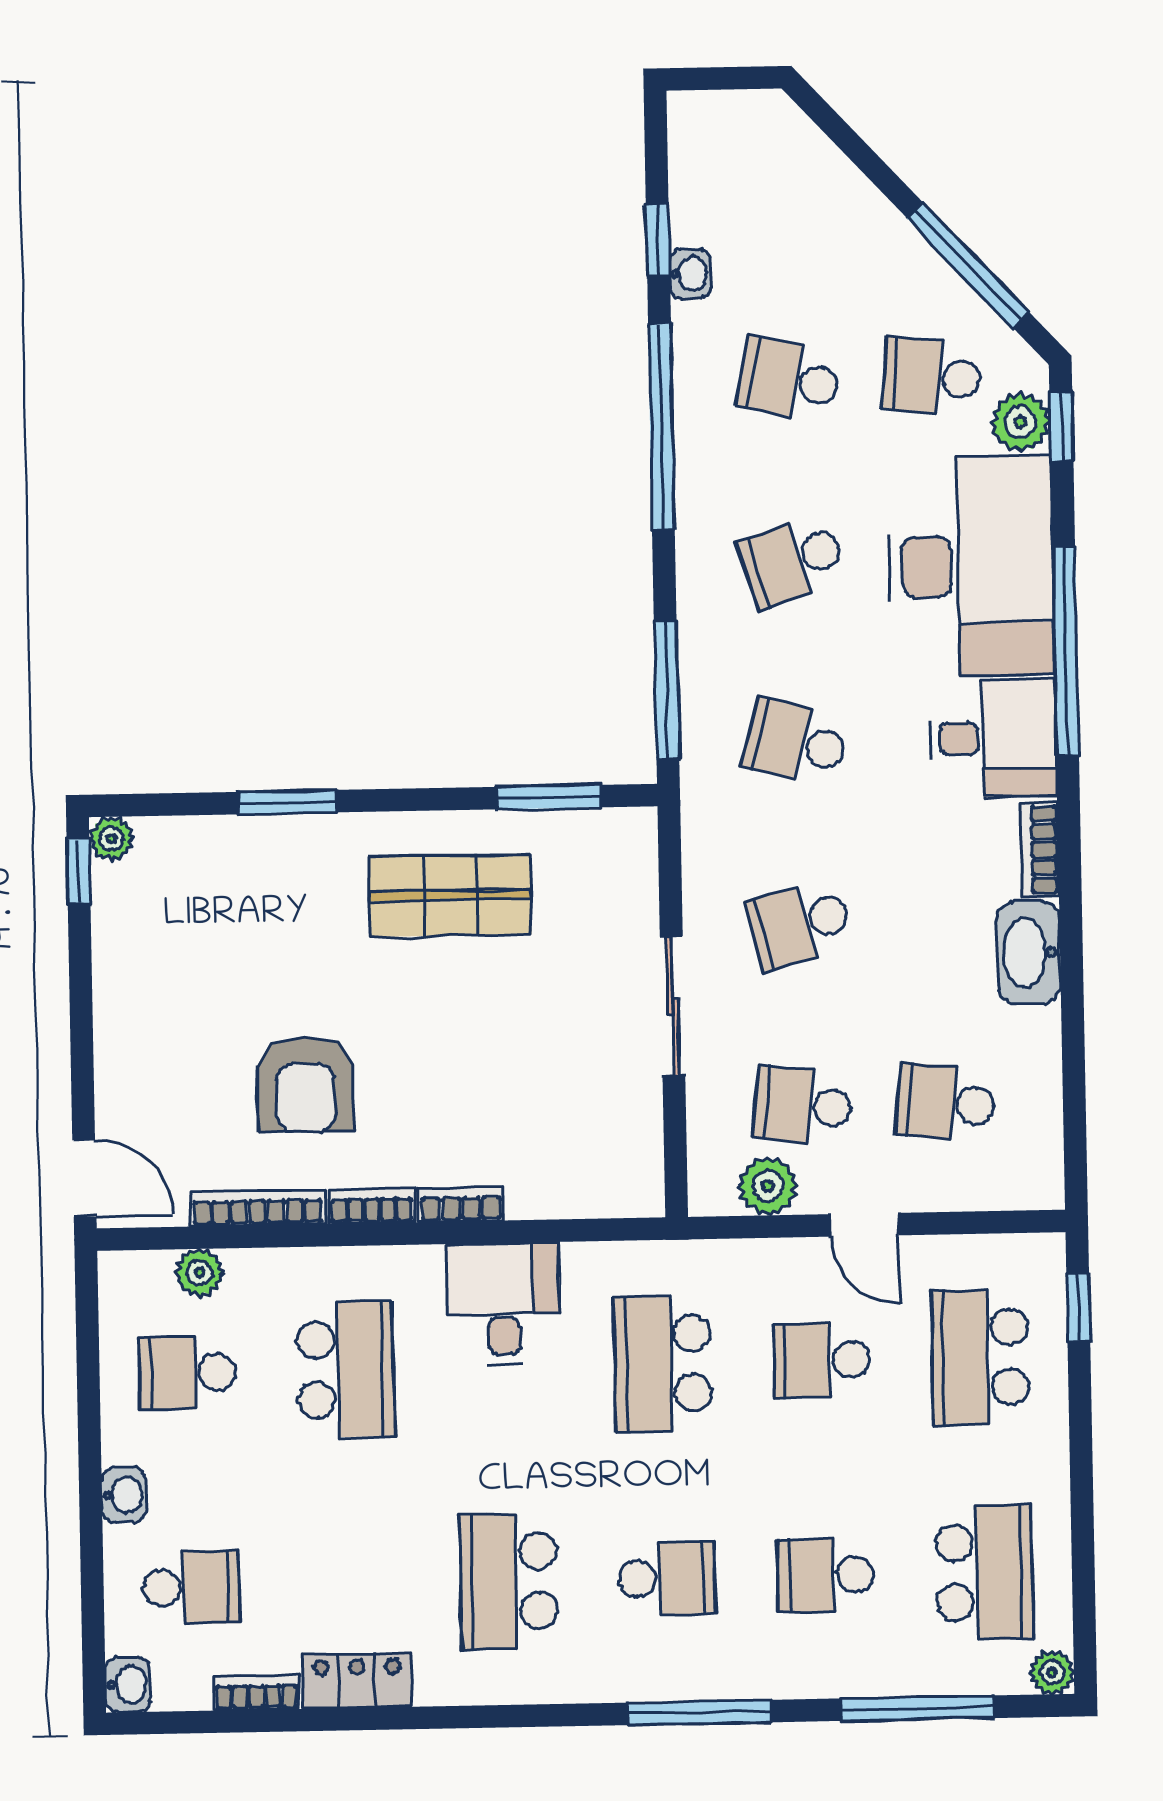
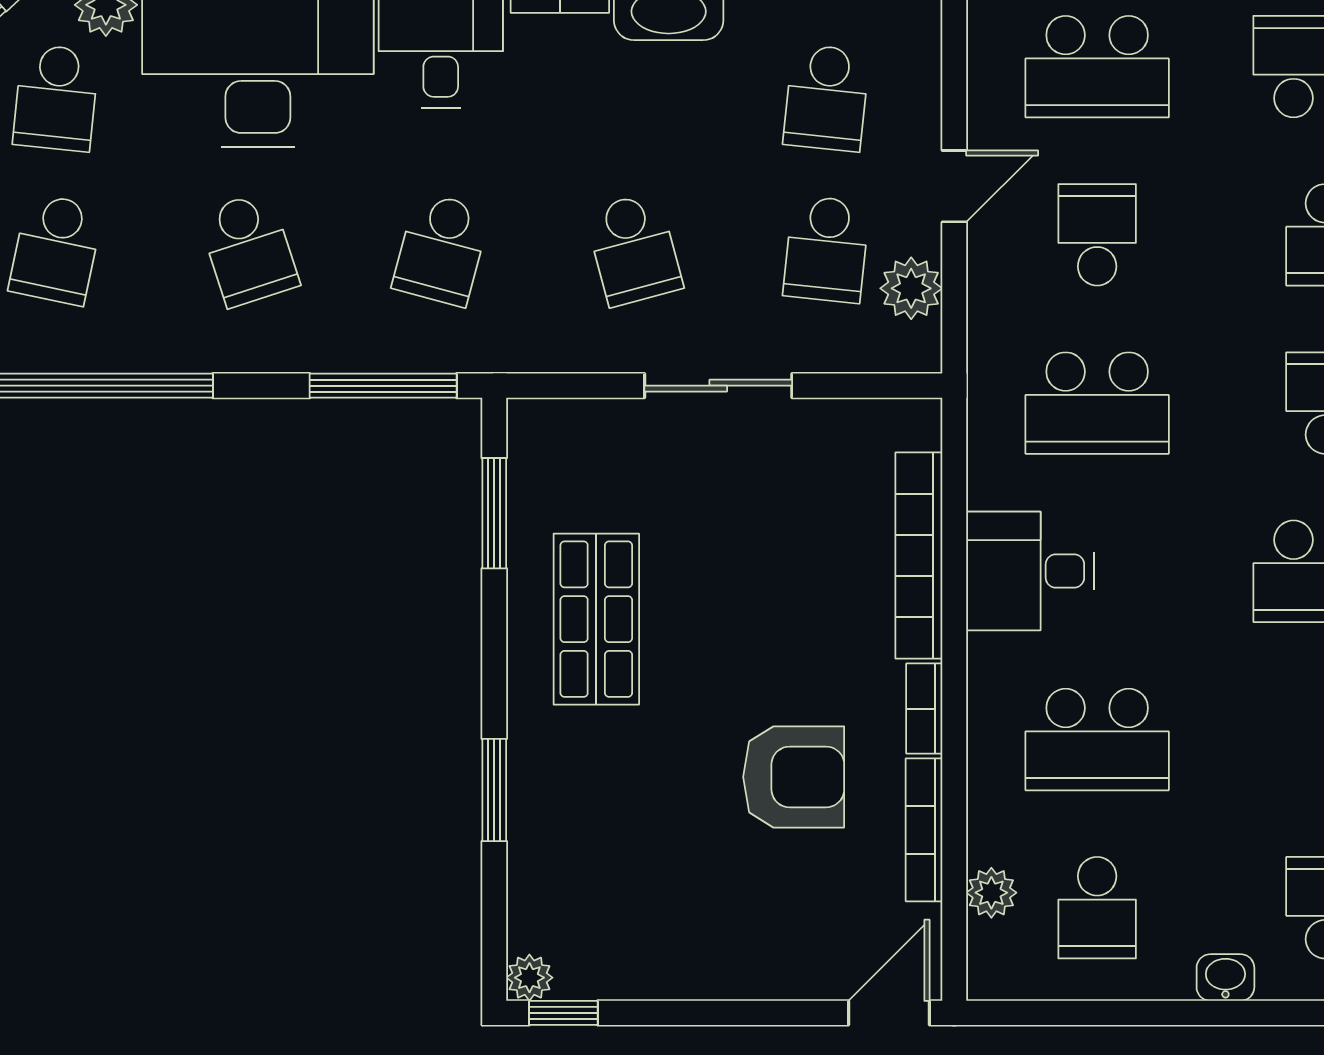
bookcase: (461, 1204) -> (919, 555), width x2.31, depth x1.31
school desk: (822, 1360) -> (1097, 235), turned 180
school desk: (346, 1370) -> (1097, 739), turned 180

